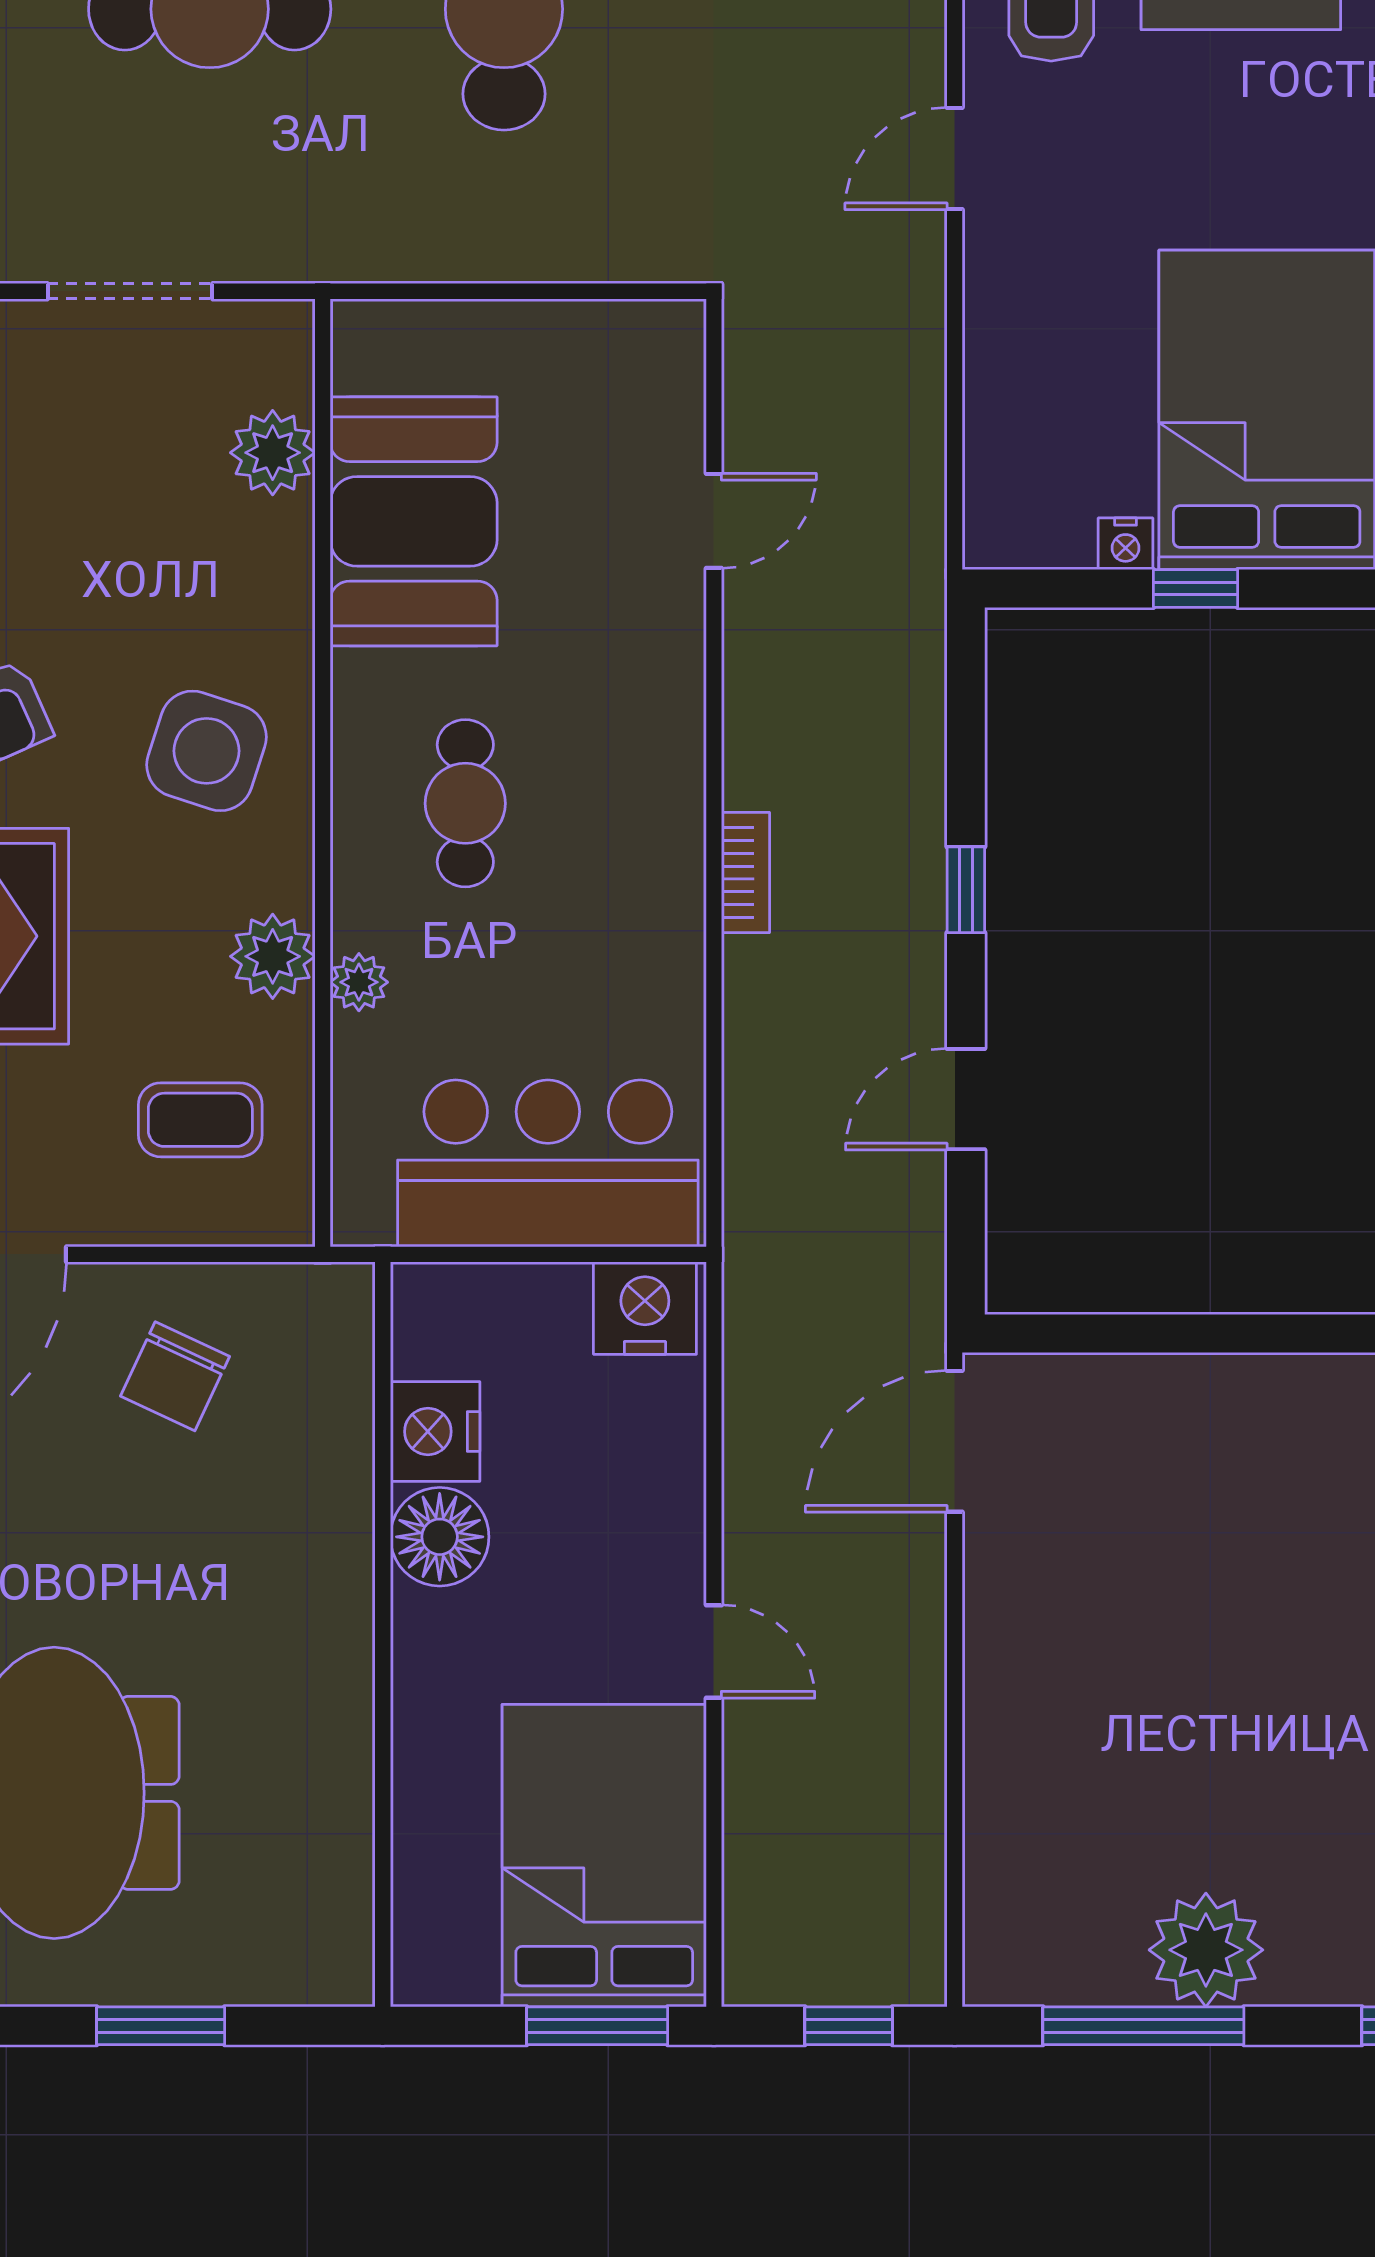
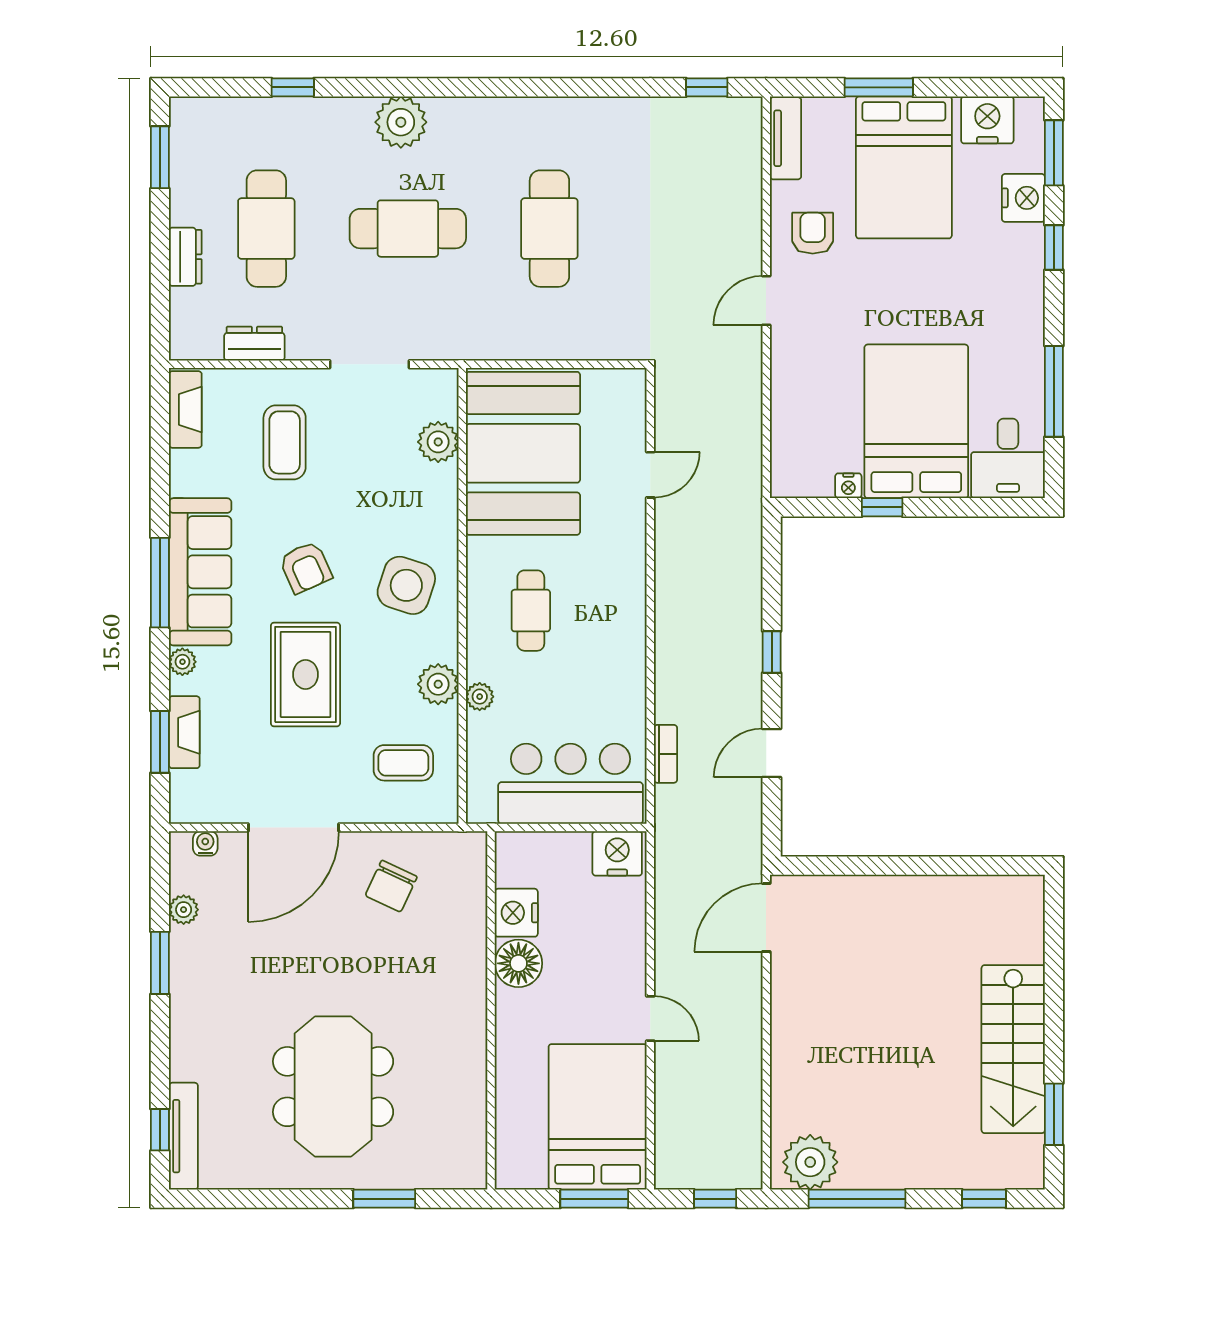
booth: (414, 521) -> (523, 453), width x1.36, depth x1.42
bookcase: (745, 872) -> (666, 754), moved
plant: (1206, 1950) -> (810, 1162), moved

